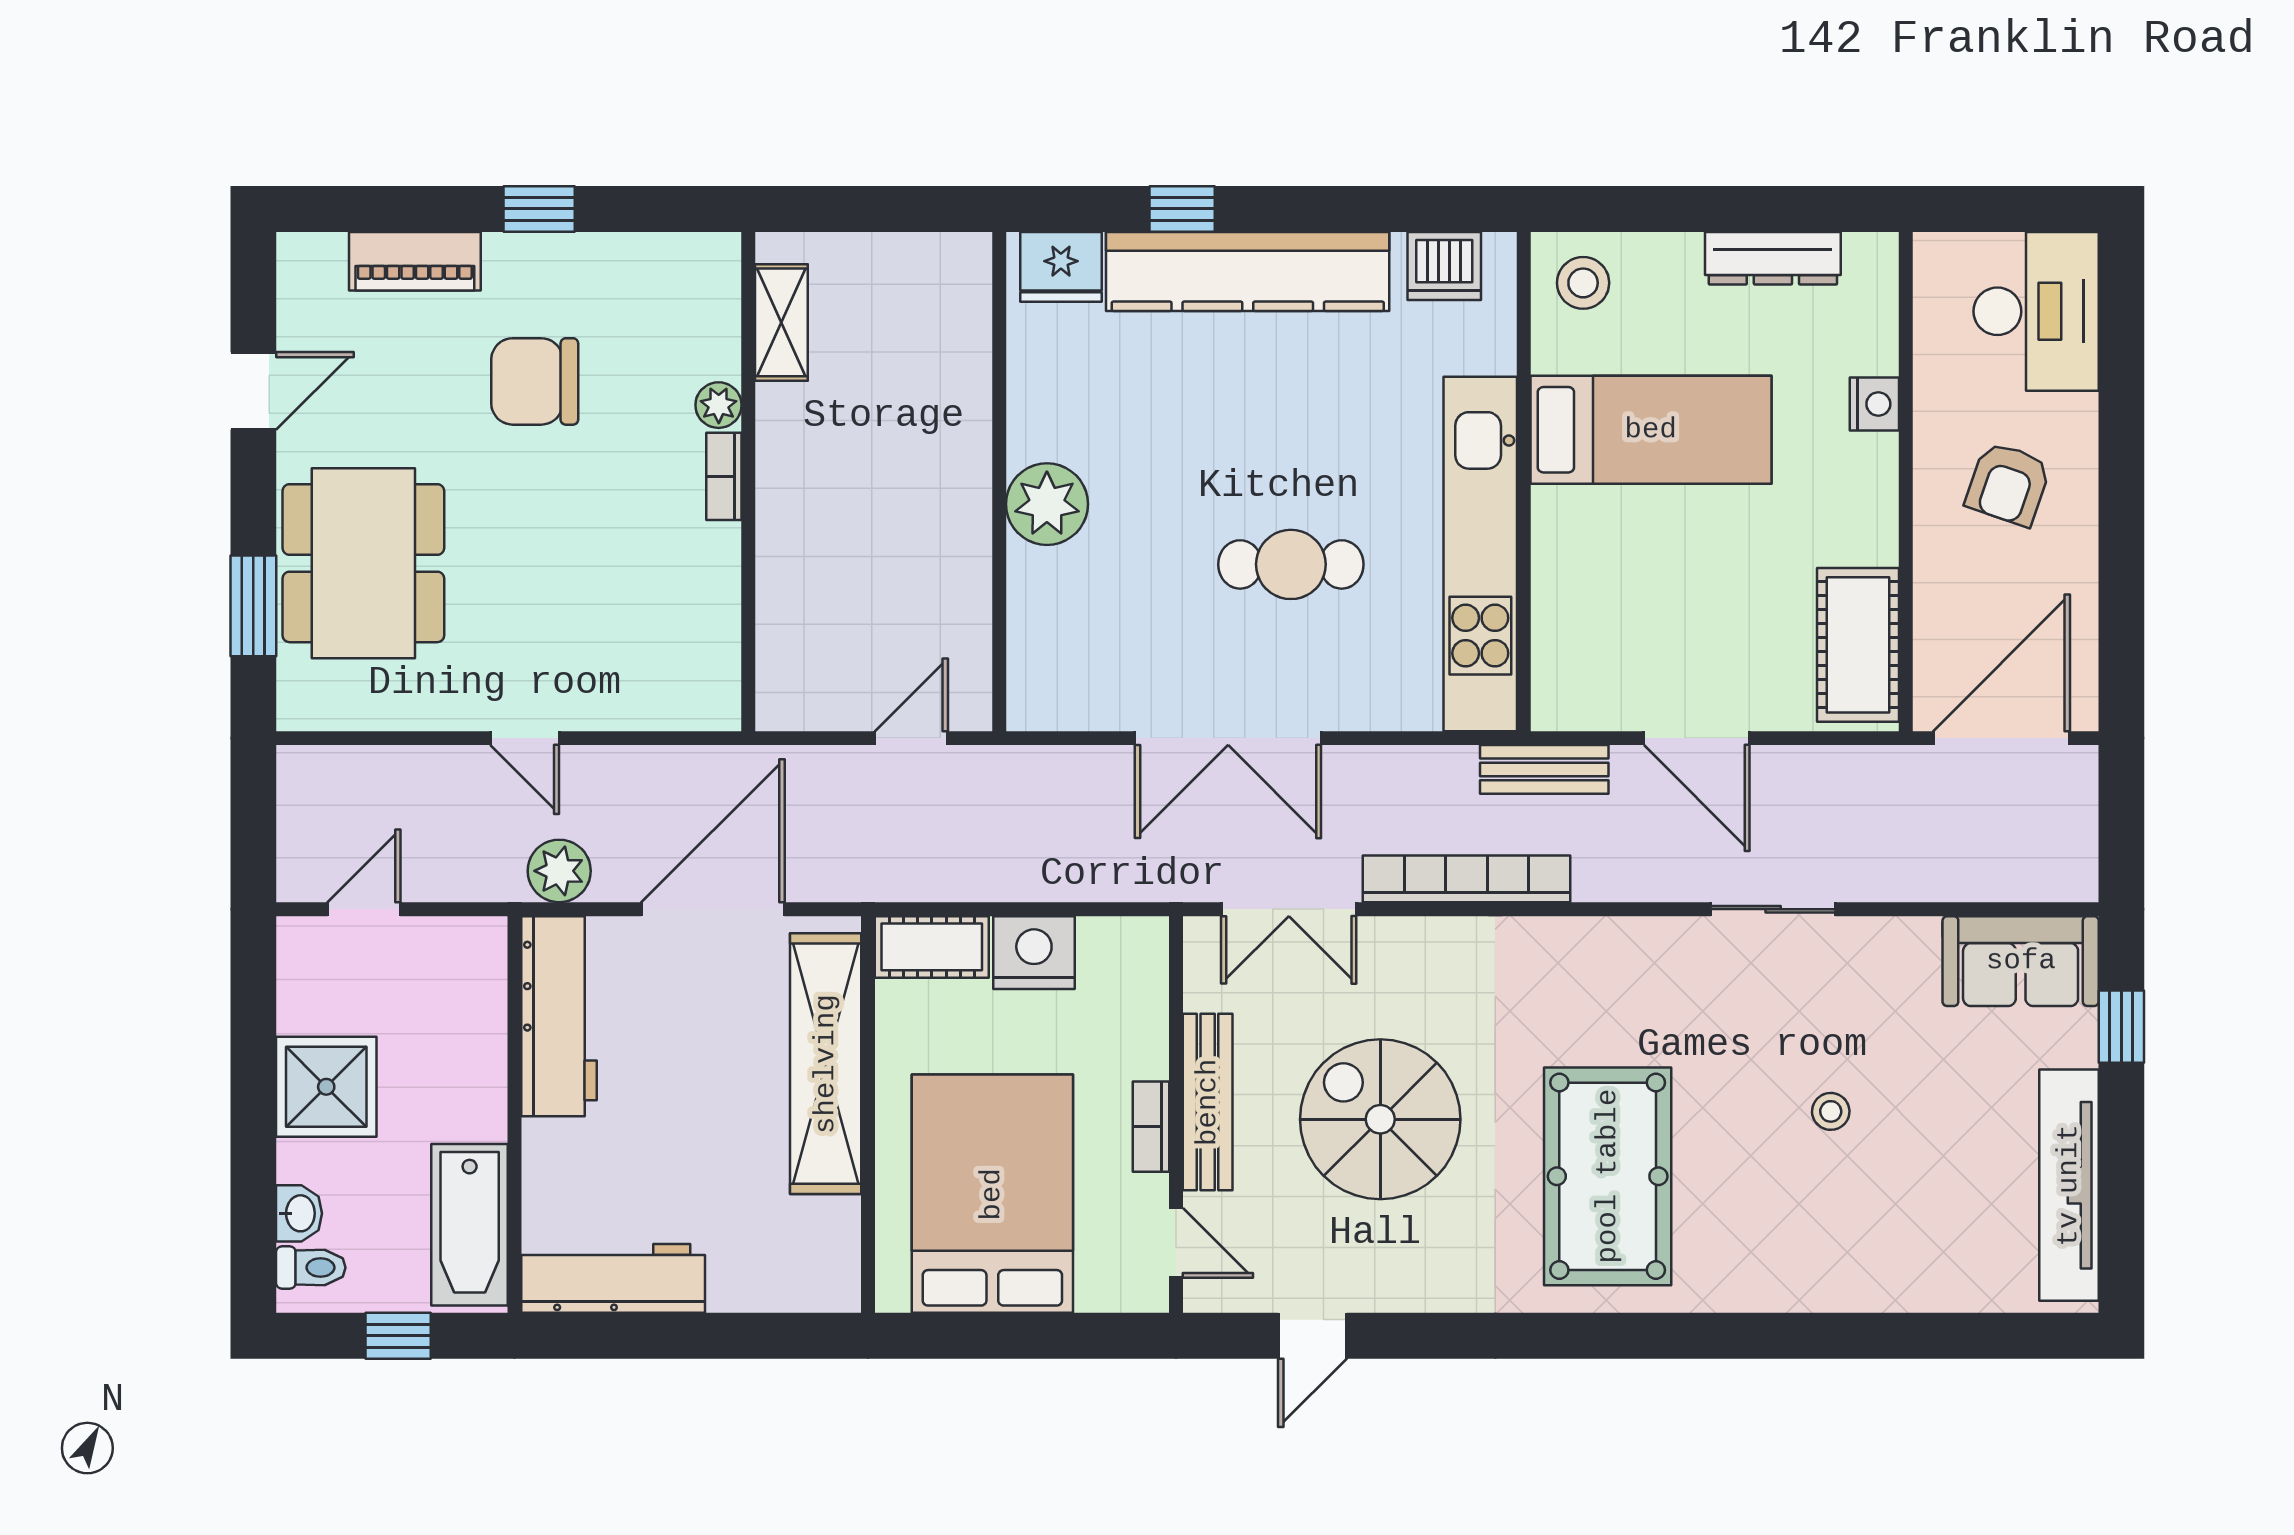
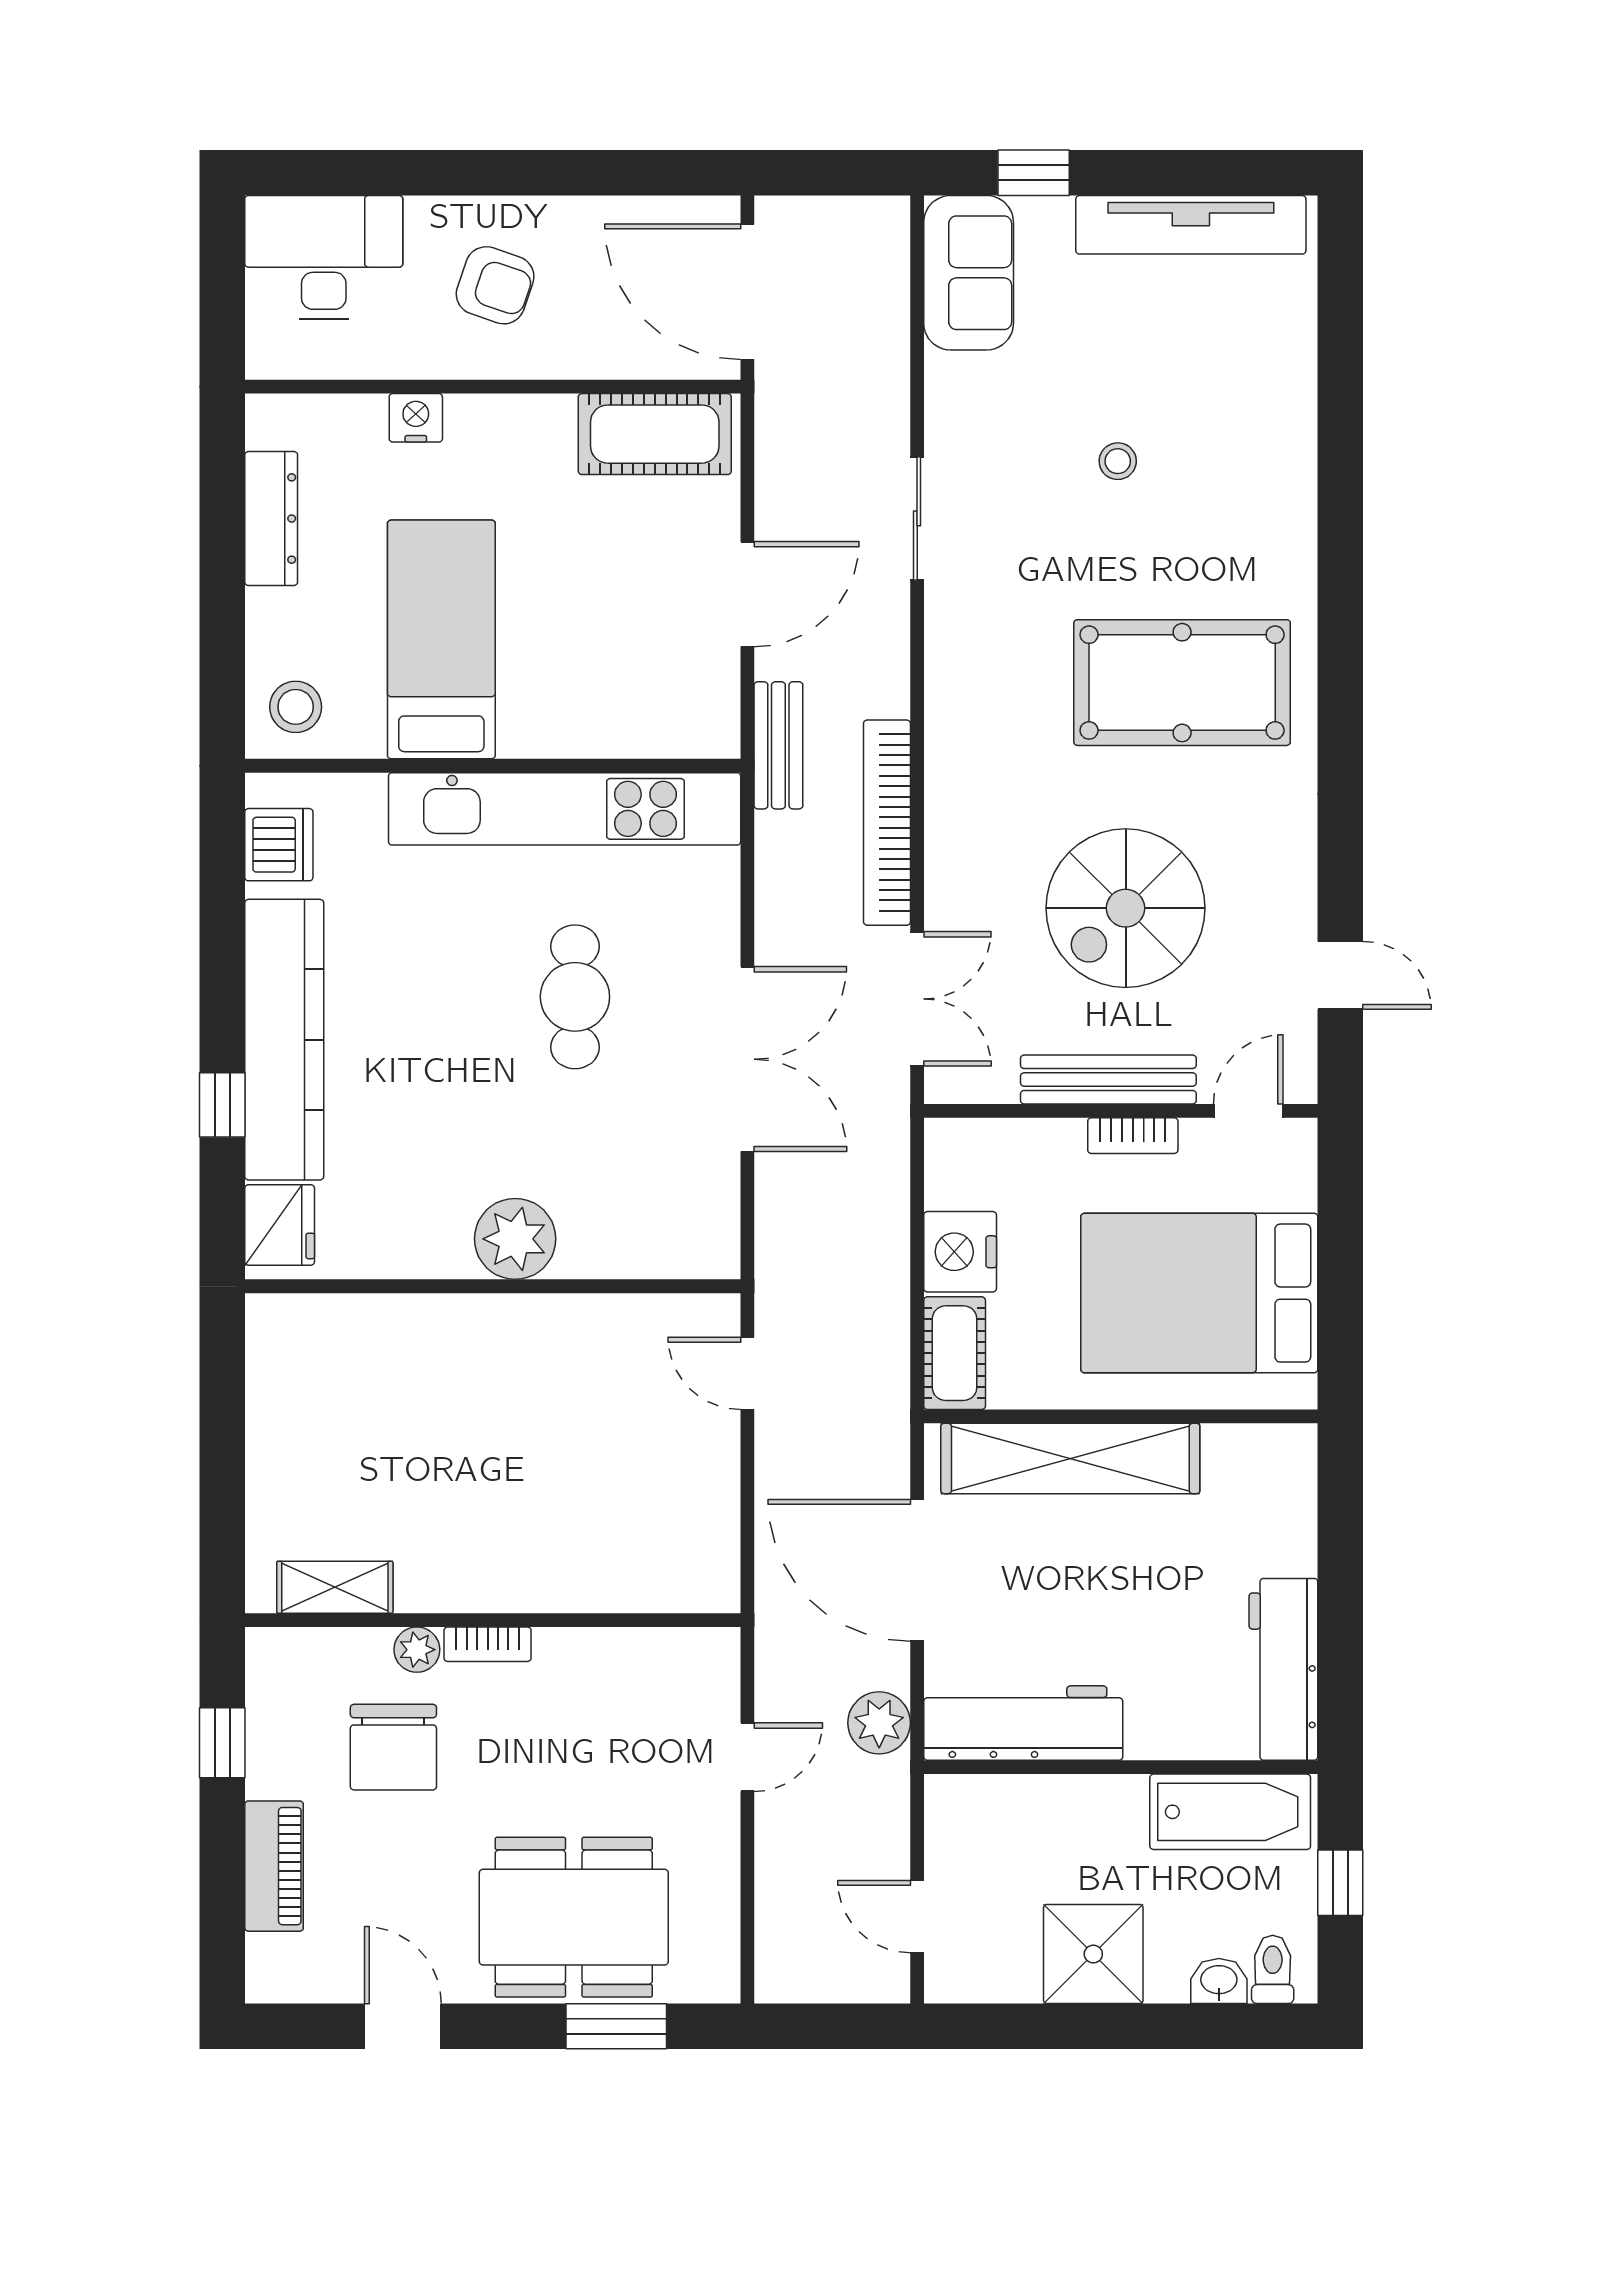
shelving: (781, 322) -> (335, 1587), moved
plant: (719, 405) -> (417, 1650), moved
bookcase: (724, 476) -> (488, 1644), moved
wall: (748, 482) -> (493, 1620), moved

